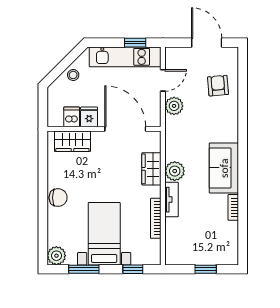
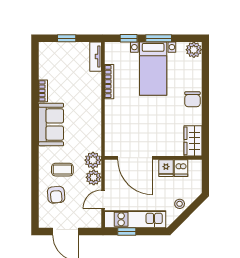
coffee table: (211, 115) -> (62, 170), added
wardrobe: (72, 141) -> (193, 141), moved, turned -90
wardrobe: (151, 169) -> (113, 124), removed
plant: (175, 171) -> (93, 160), moved
chair: (58, 198) -> (192, 99), turned -90
tv unit: (172, 200) -> (96, 57), moved
window: (84, 269) -> (159, 38), moved

